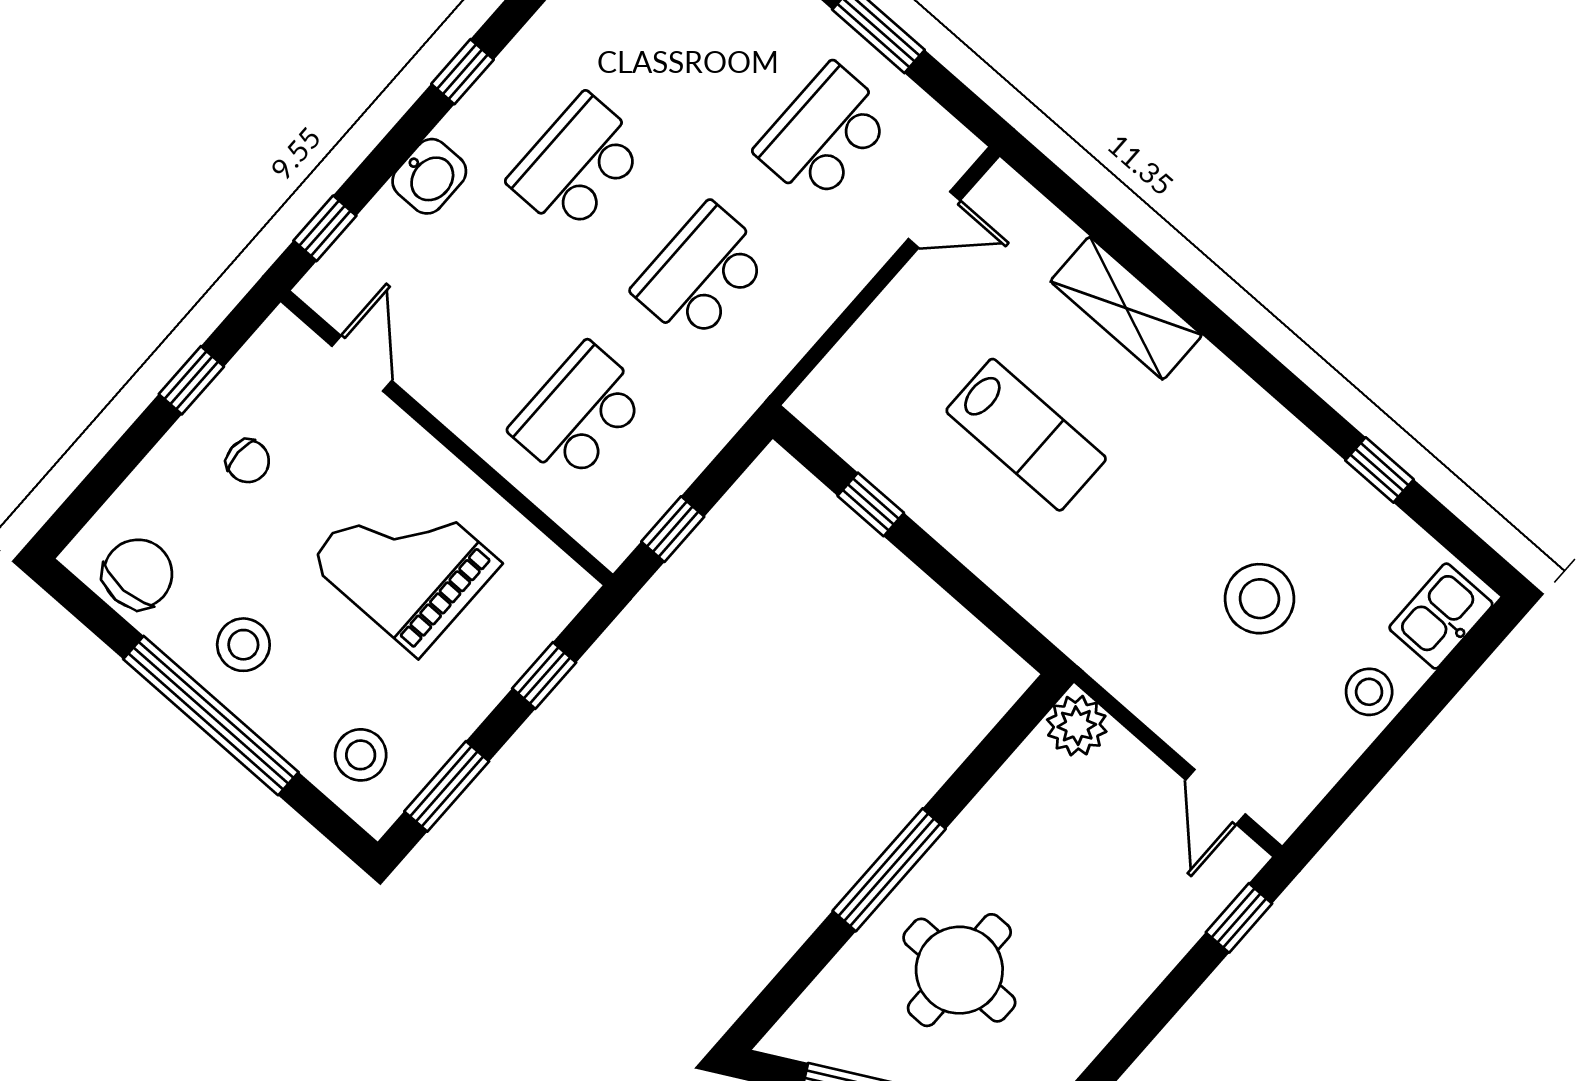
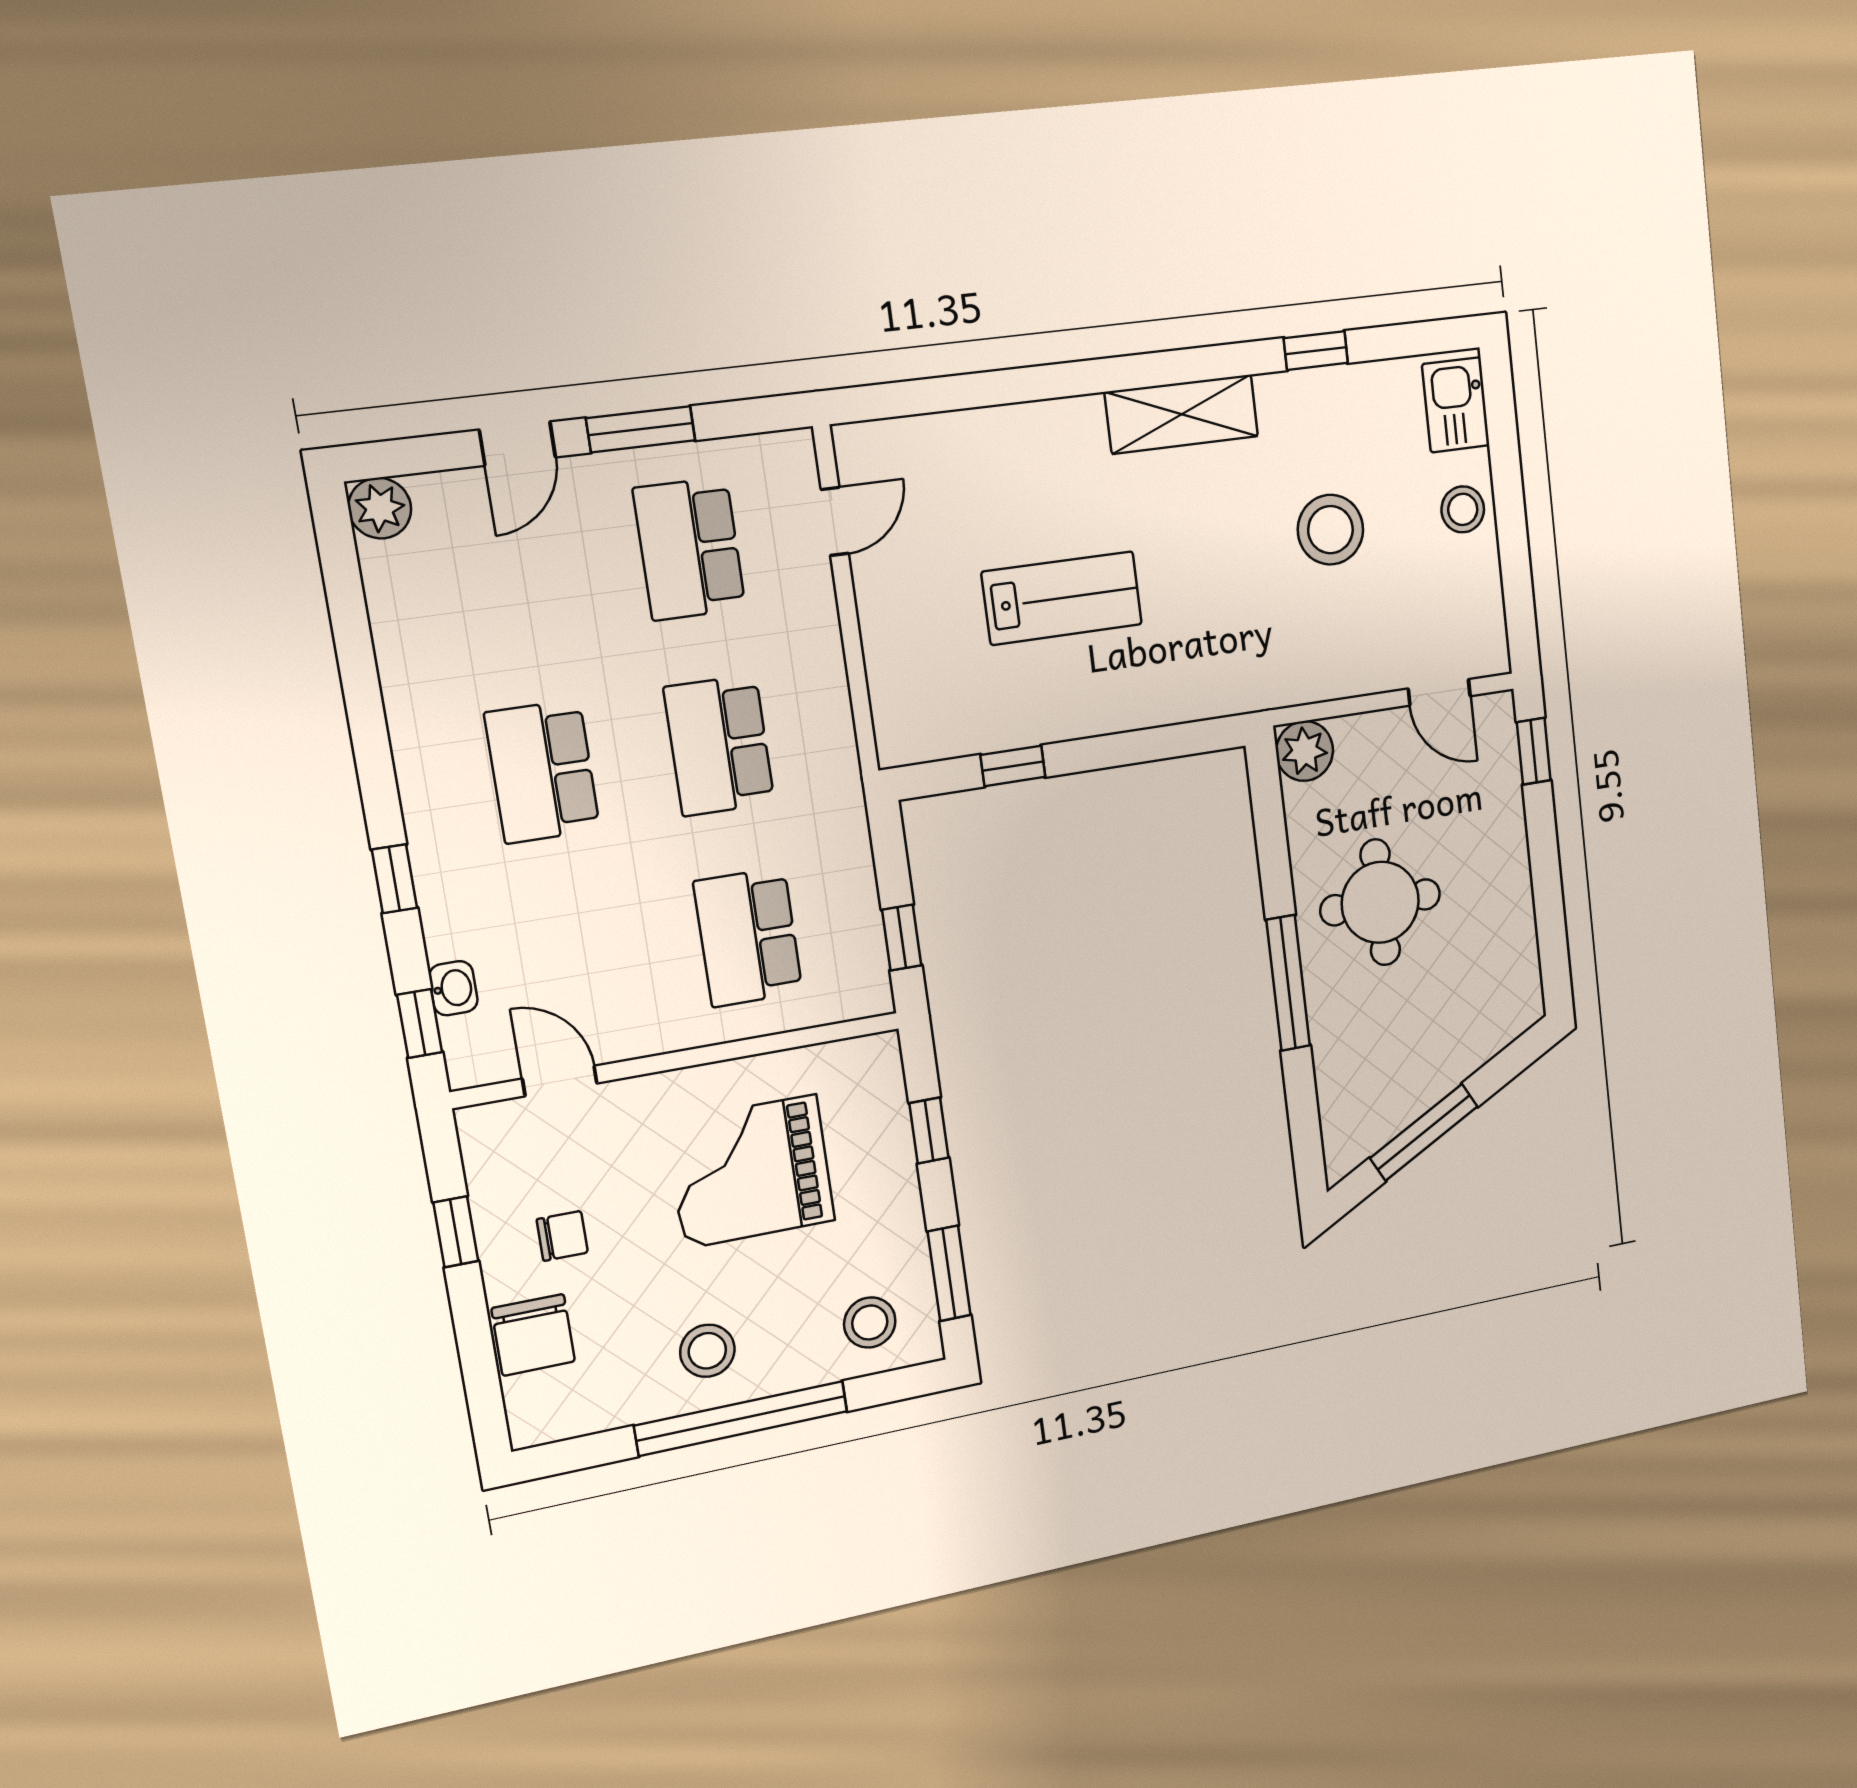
window: (462, 72) -> (394, 879), moved
washbasin: (429, 176) -> (453, 988), moved, width x0.72, depth x0.69
shelving: (1126, 308) -> (1182, 414), moved
chair: (138, 574) -> (533, 1335), moved, turned 180
round table: (959, 970) -> (1380, 902), moved

